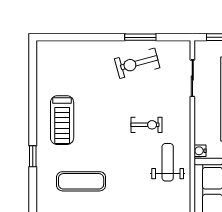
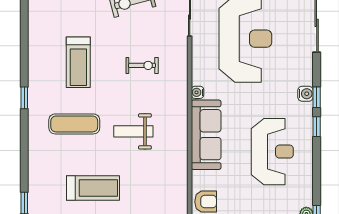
treadmill: (62, 120) -> (78, 62), moved
weight bench: (168, 162) -> (133, 131), moved, turned -90

